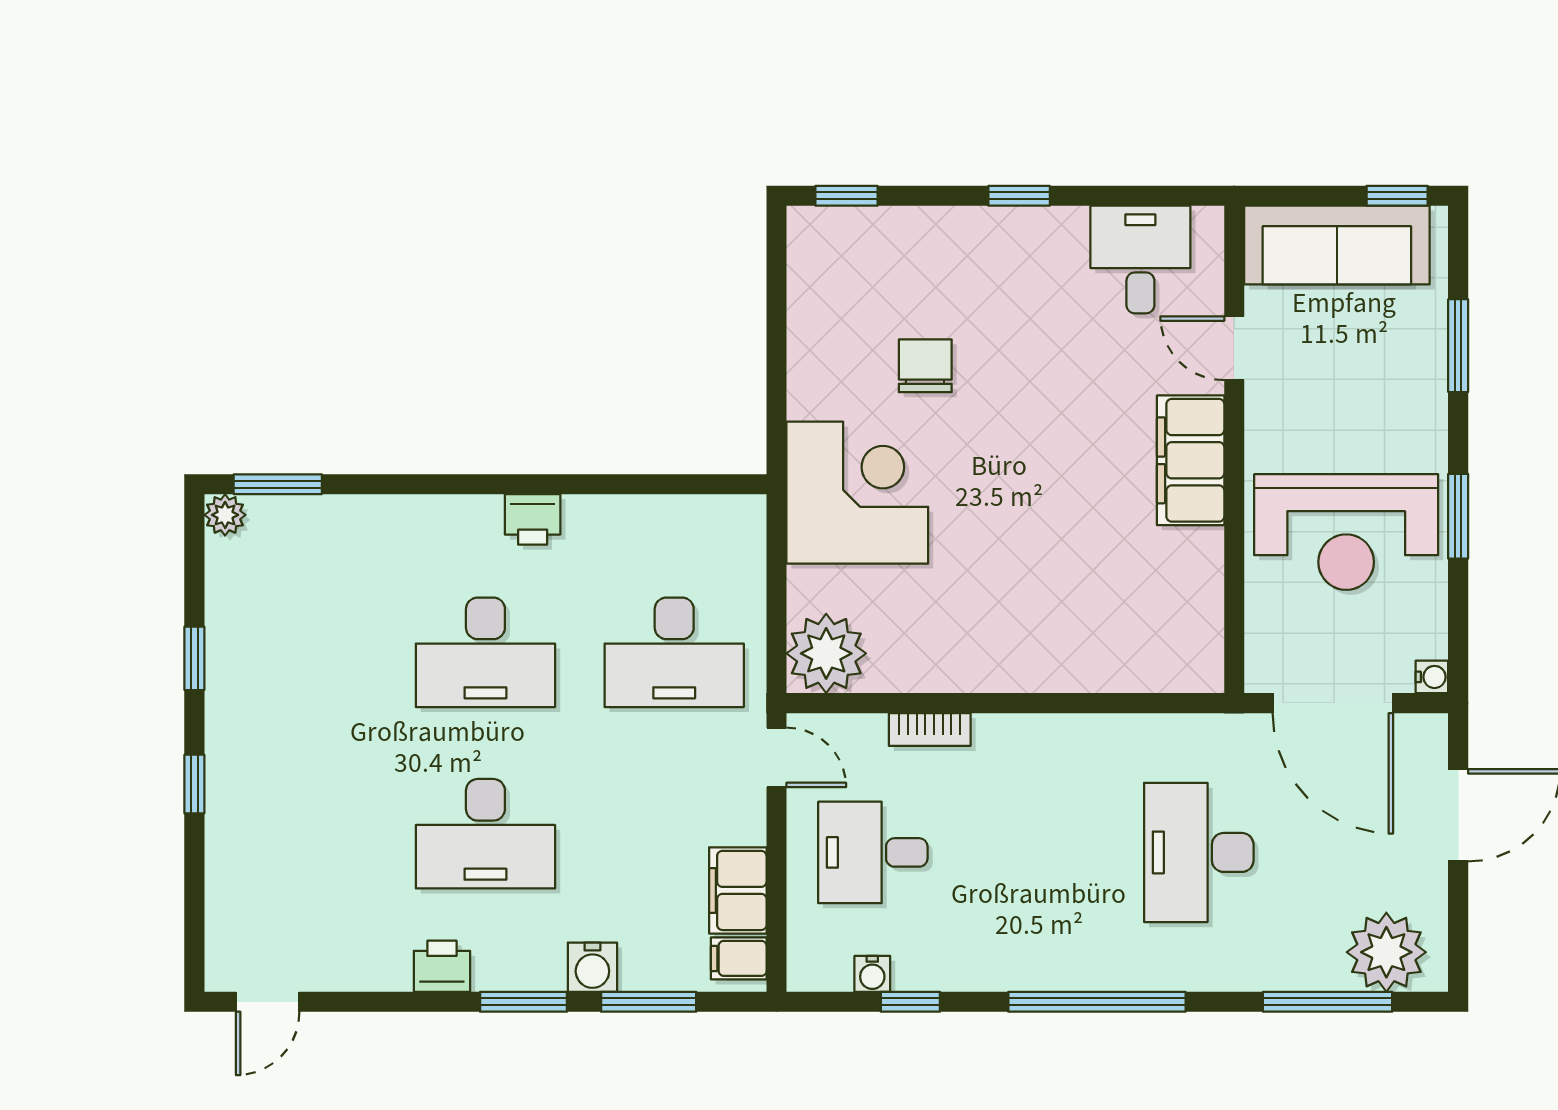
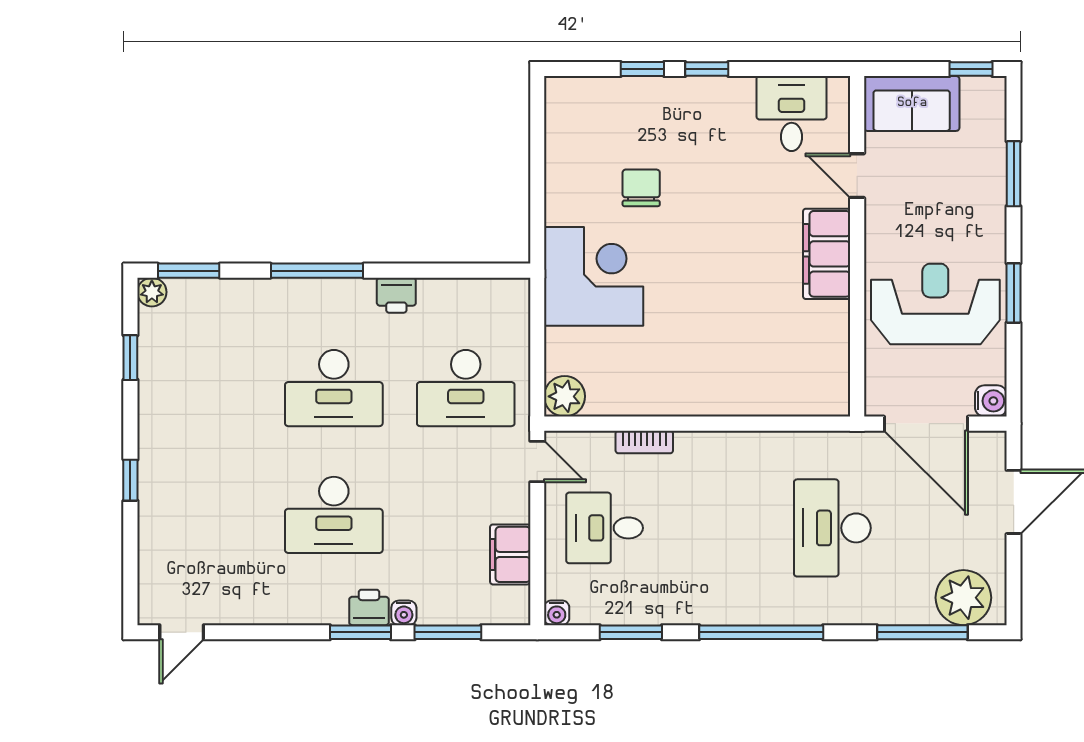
window: (846, 196) -> (642, 69), moved
sofa: (1337, 245) -> (912, 103), width x0.73
window: (461, 484) -> (317, 271), added
printer: (533, 519) -> (396, 295), moved
reception desk: (1346, 532) -> (935, 304), turned 180
plant: (826, 653) -> (565, 396), width x0.73, depth x0.73
window: (194, 658) -> (130, 358), moved
water cooler: (1432, 677) -> (991, 401), width x1.38, depth x1.38
filing cabinet: (739, 958) -> (511, 602), removed
printer: (442, 966) -> (369, 607), moved
water cooler: (592, 967) -> (404, 613), width x0.72, depth x0.72
water cooler: (872, 974) -> (557, 613), moved
window: (910, 1002) -> (631, 632), width x1.50

